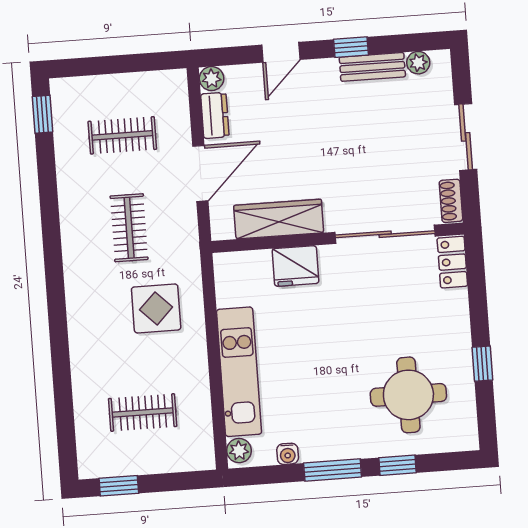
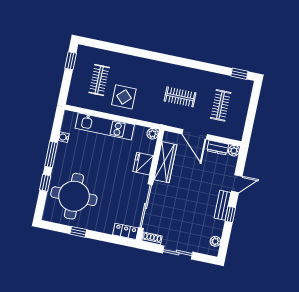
door: (281, 52) -> (237, 184), swing flipped
bench: (372, 67) -> (222, 205), moved
display table: (156, 308) -> (124, 97), moved
round table: (408, 395) -> (74, 196), width x1.36, depth x1.36
plant: (239, 451) -> (153, 134), moved

